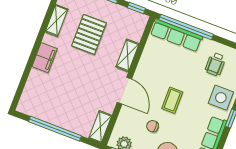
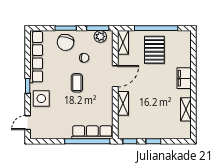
pallet: (89, 34) -> (154, 50), moved
wheelchair: (215, 64) -> (55, 122), removed
door: (124, 91) -> (115, 76), swing flipped

